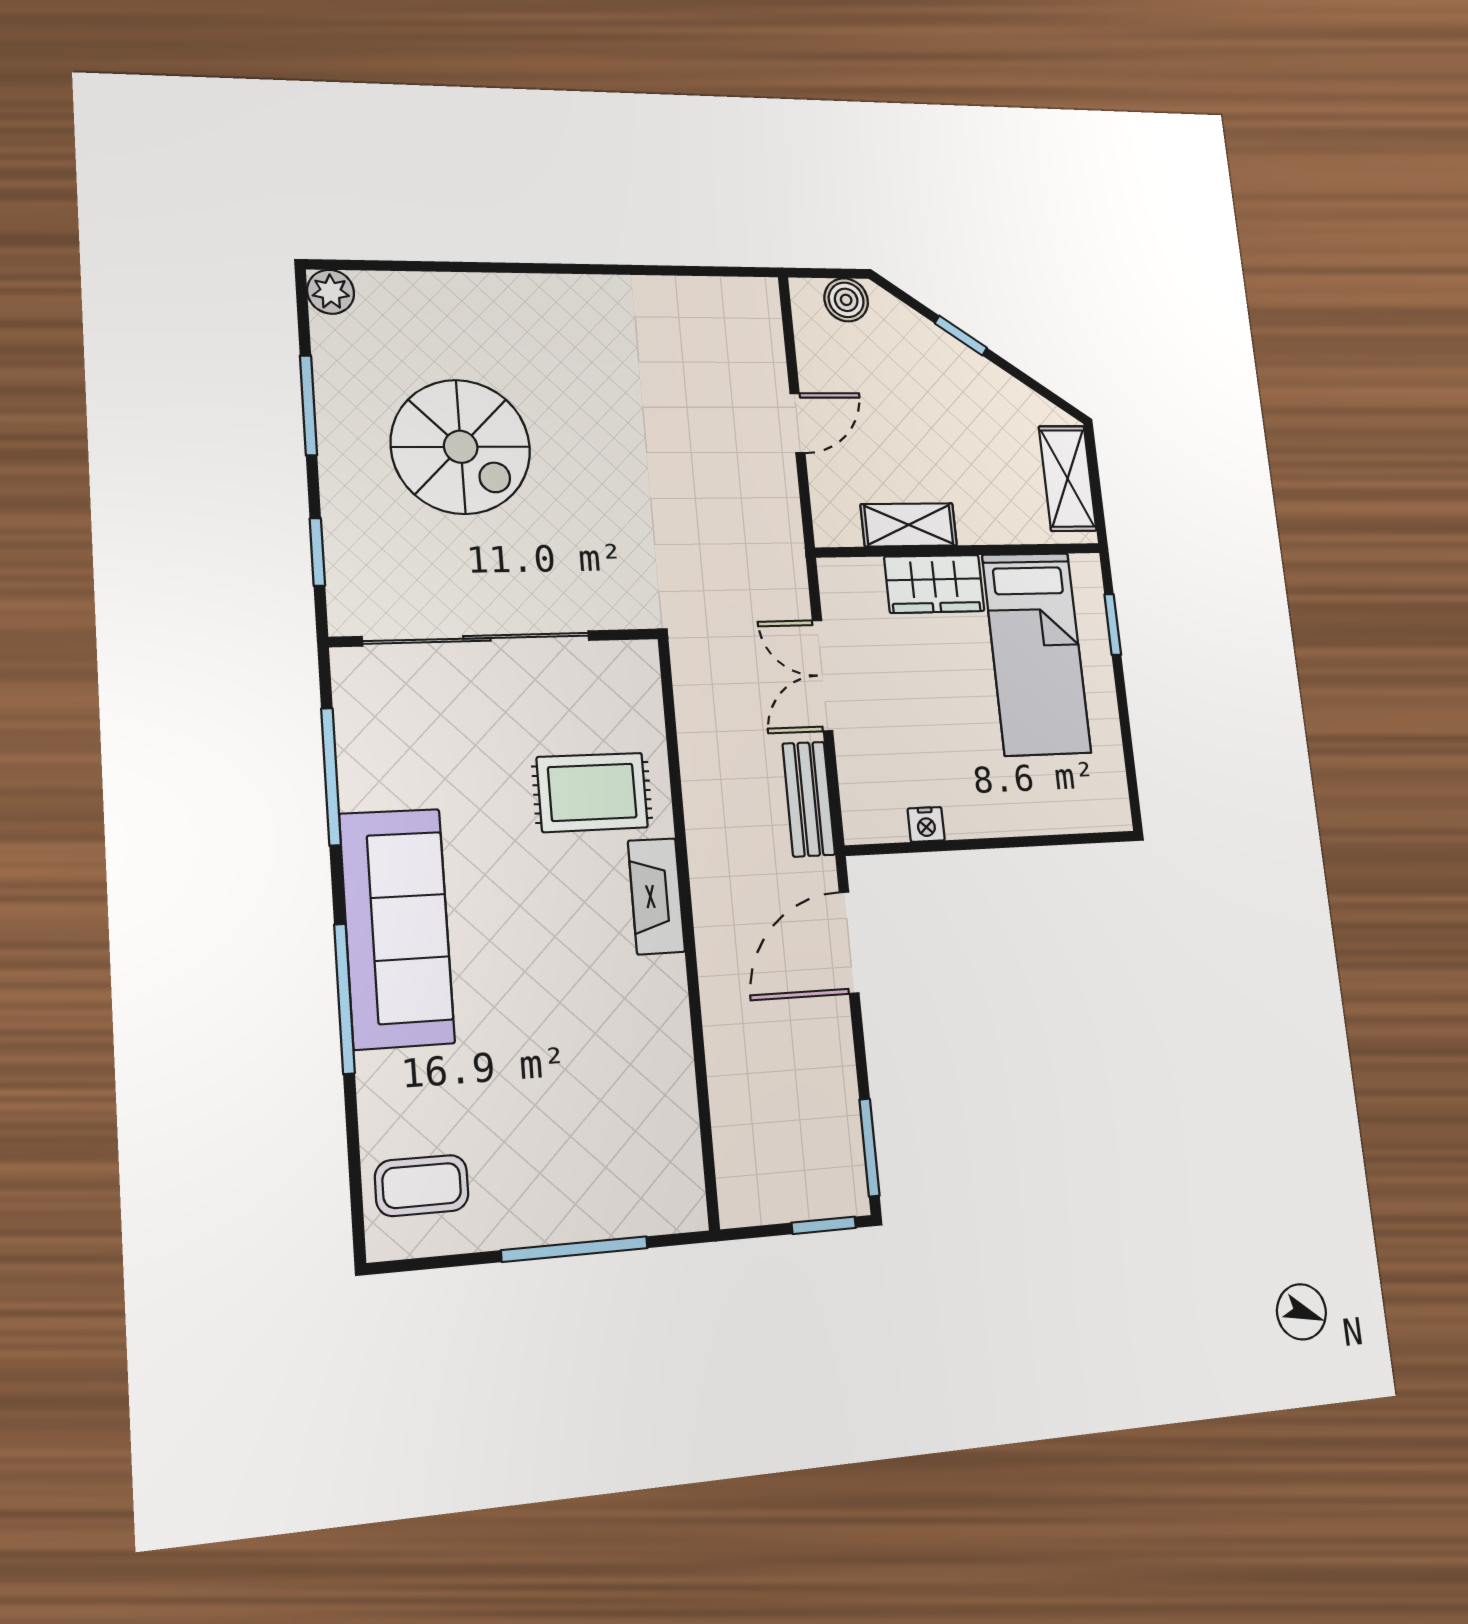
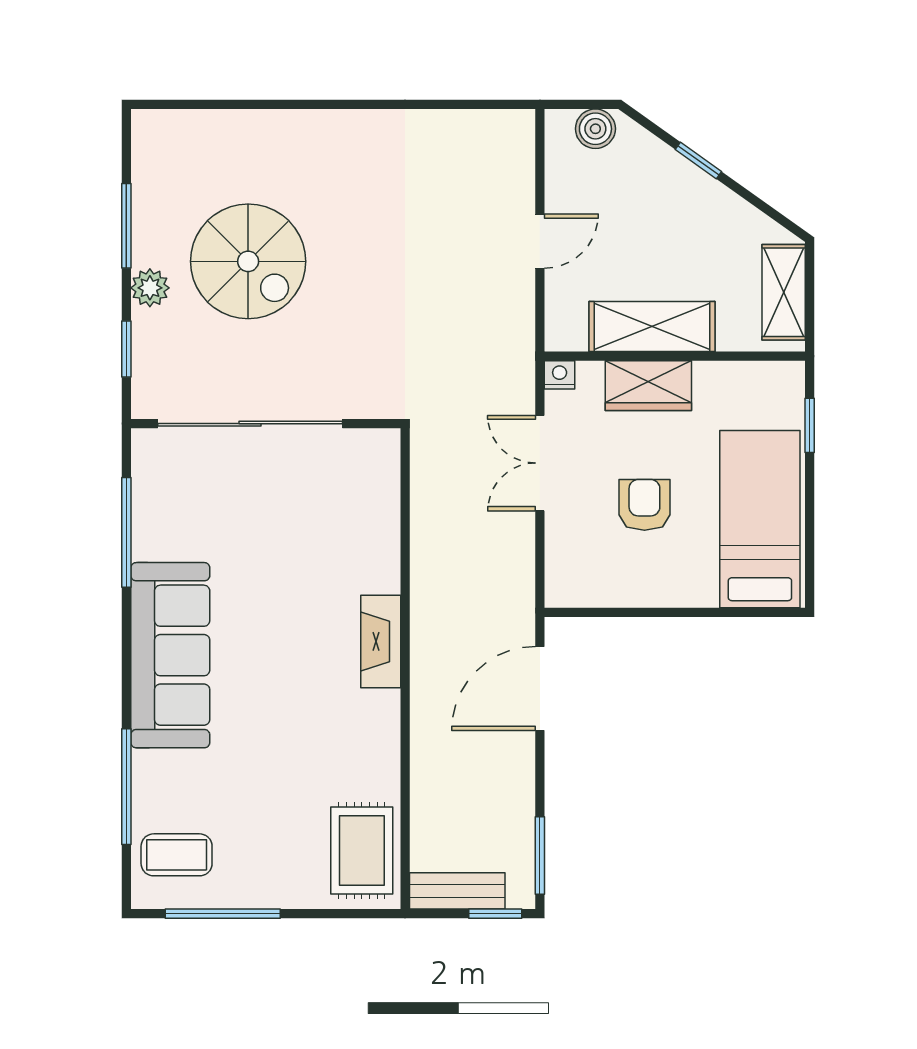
plant: (331, 292) -> (150, 288), moved
shelving: (909, 525) -> (652, 326), width x1.50, depth x1.33
bed: (1036, 654) -> (760, 519), moved, turned 180
armchair: (945, 720) -> (644, 505), added
rug: (592, 792) -> (362, 851), moved, turned 90
bench: (809, 799) -> (457, 891), moved, turned 90
nightstand: (926, 824) -> (560, 375), moved, turned 180
window: (344, 999) -> (126, 787), moved
window: (575, 1249) -> (223, 914), moved

